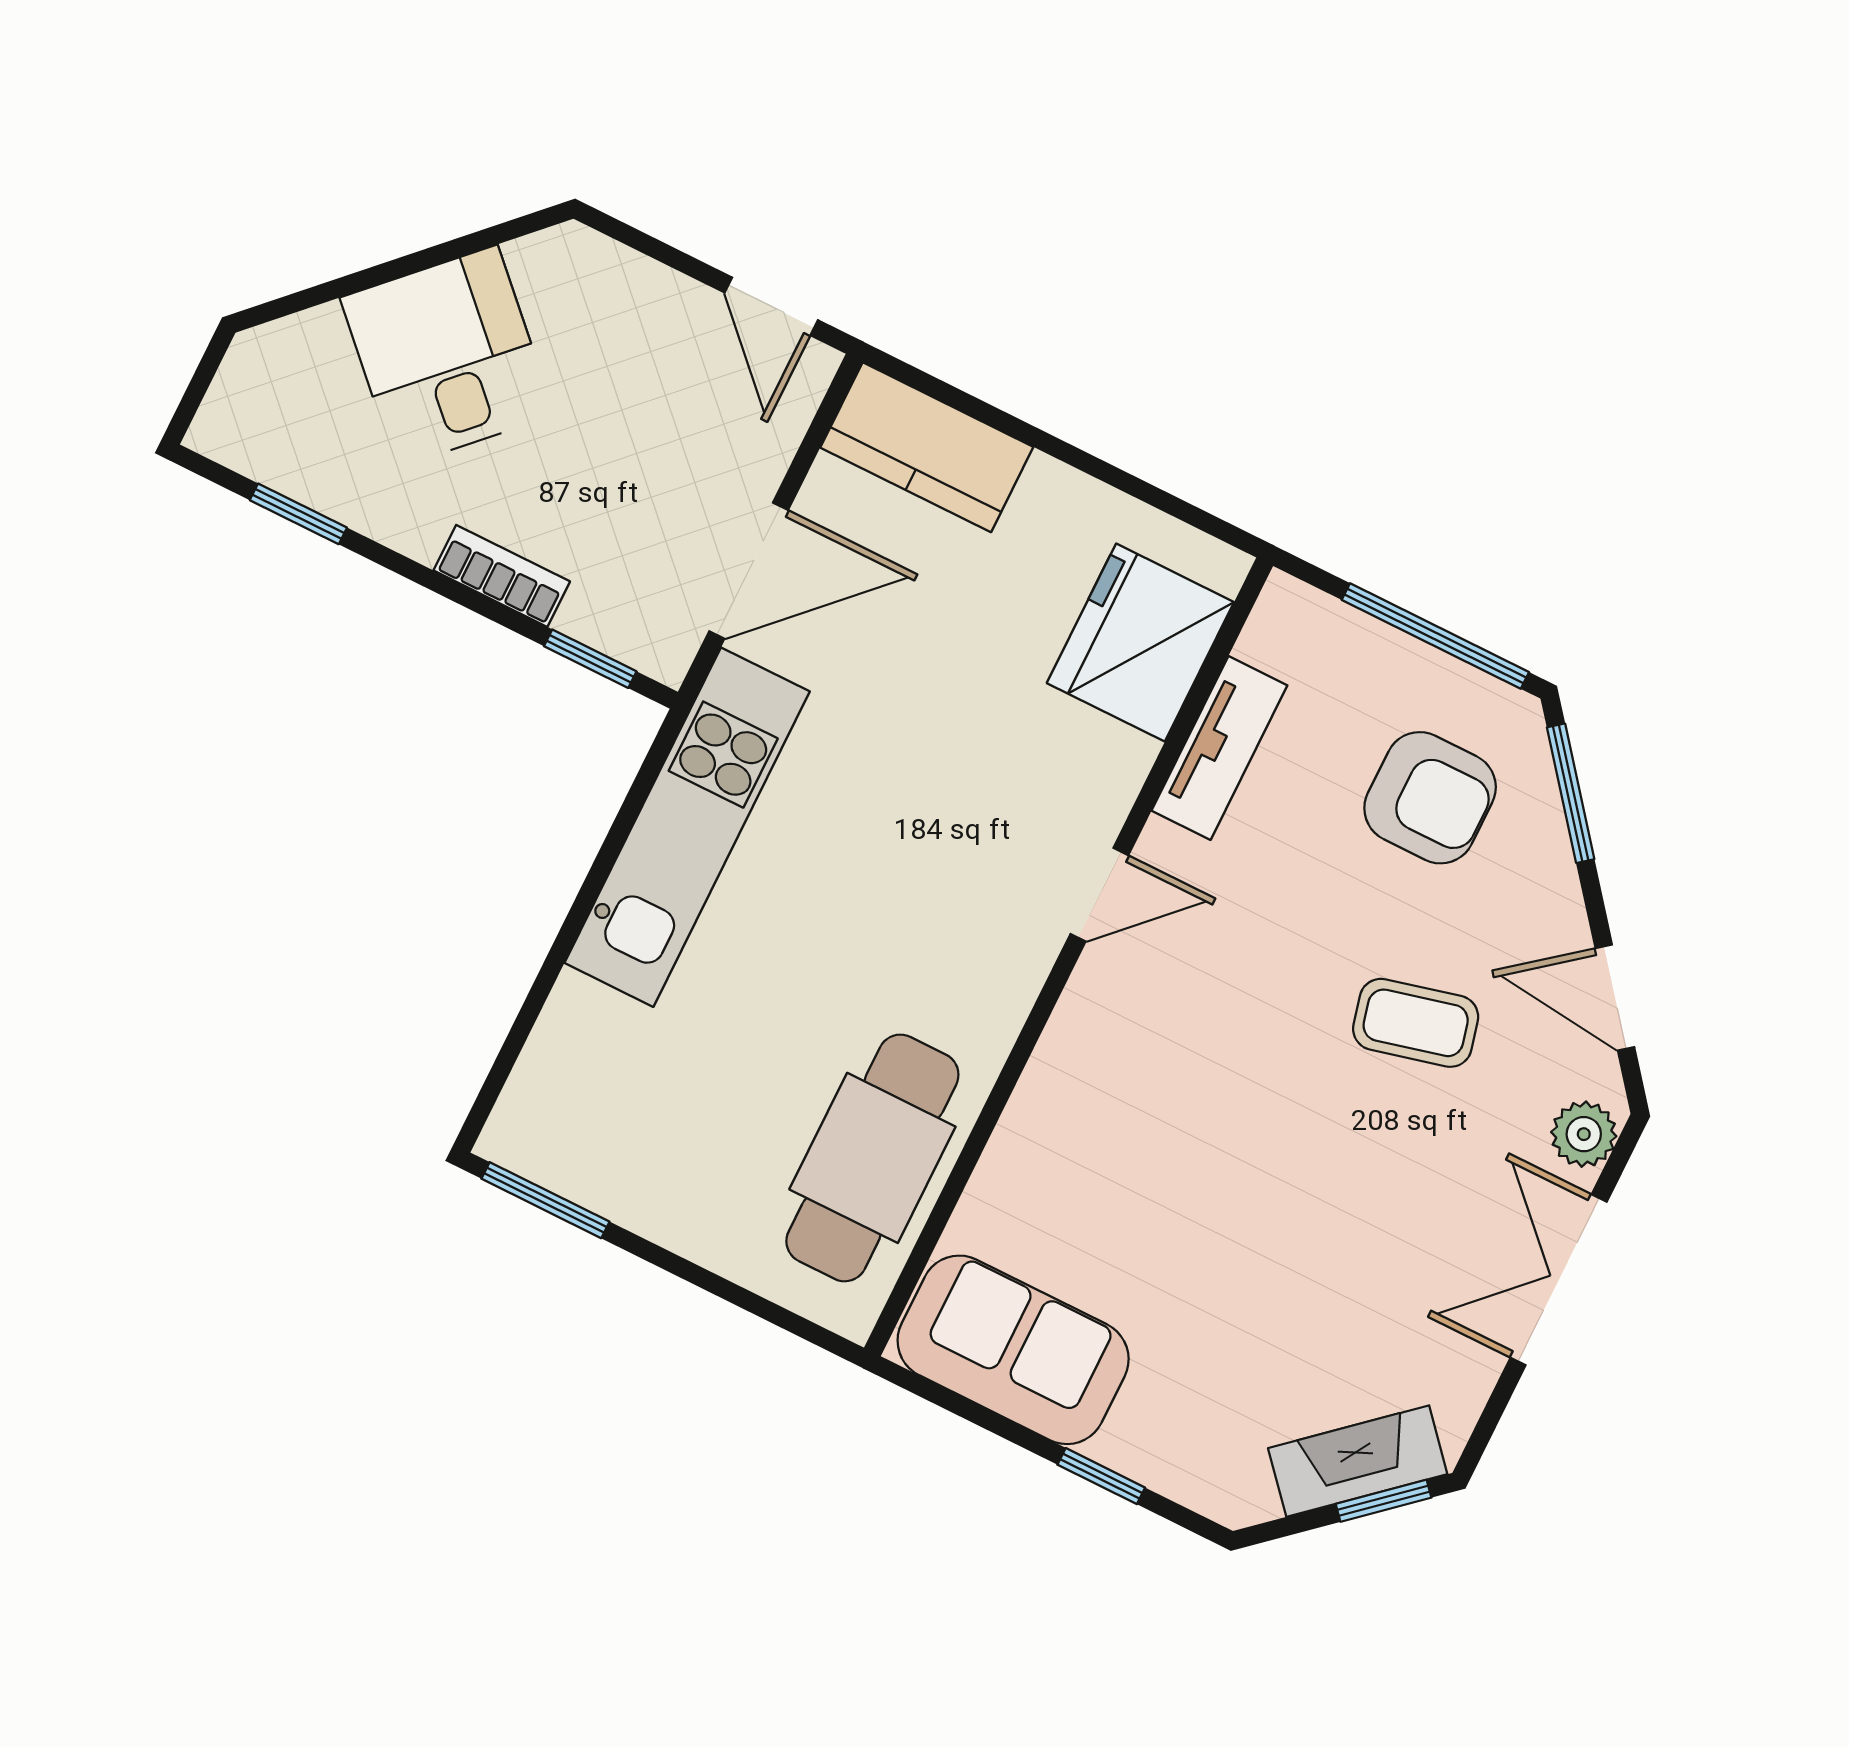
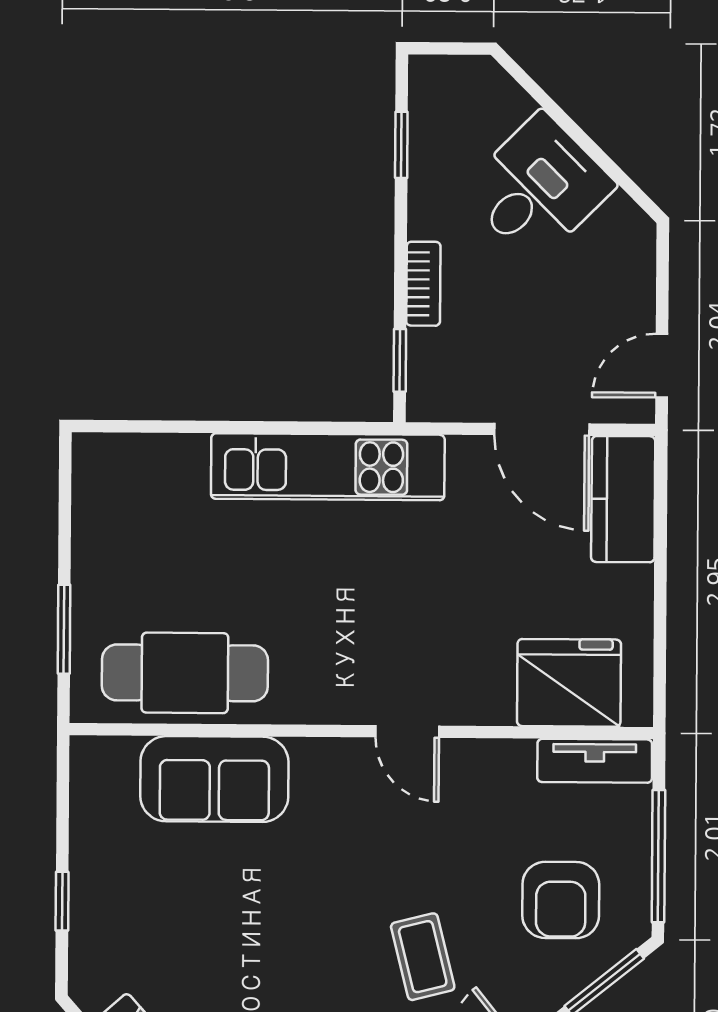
door: (749, 571) -> (542, 429), moved
tv unit: (1219, 748) -> (595, 761), moved
window: (545, 1200) -> (64, 629), moved
sofa: (1013, 1350) -> (214, 779), moved, turned 90

